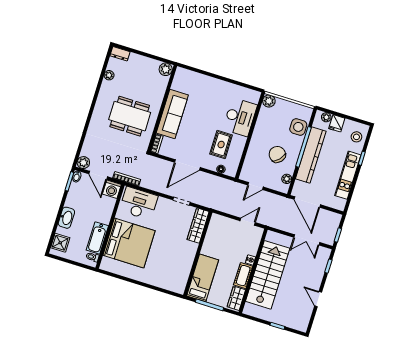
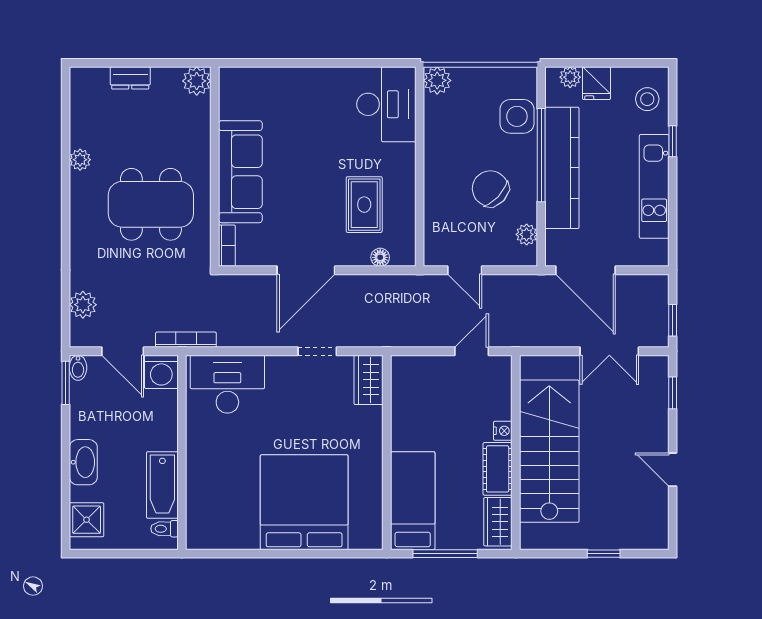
dresser: (120, 54) -> (130, 78), moved
plant: (109, 75) -> (80, 160), moved
desk: (240, 117) -> (386, 104), moved
plant: (83, 163) -> (83, 305), moved
door: (255, 186) -> (465, 270), hinge flipped
wardrobe: (198, 226) -> (369, 380), width x0.67
bed: (129, 243) -> (304, 502), moved, turned -90

